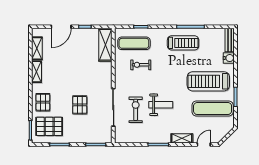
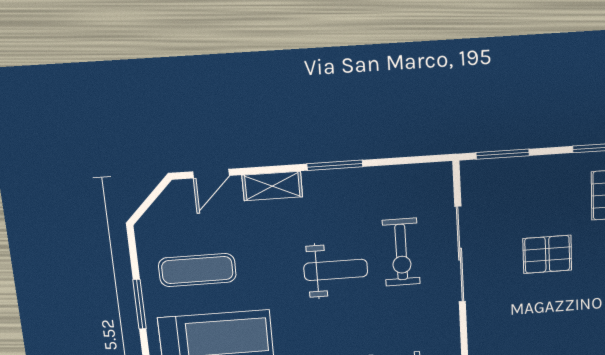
pallet: (80, 105) -> (547, 254), turned 90
weight bench: (161, 105) -> (336, 270), turned 180
exercise mat: (213, 109) -> (197, 270), width x0.73, depth x0.69

